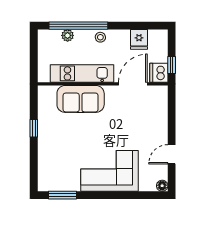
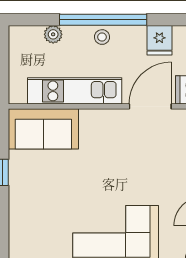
window: (78, 26) -> (103, 20), moved
sofa: (81, 99) -> (43, 129), moved

